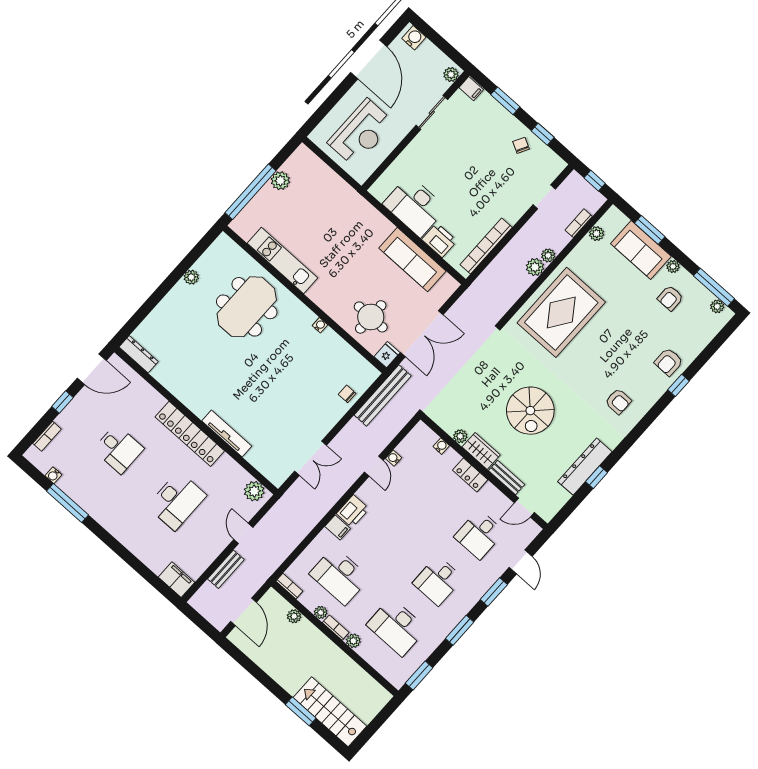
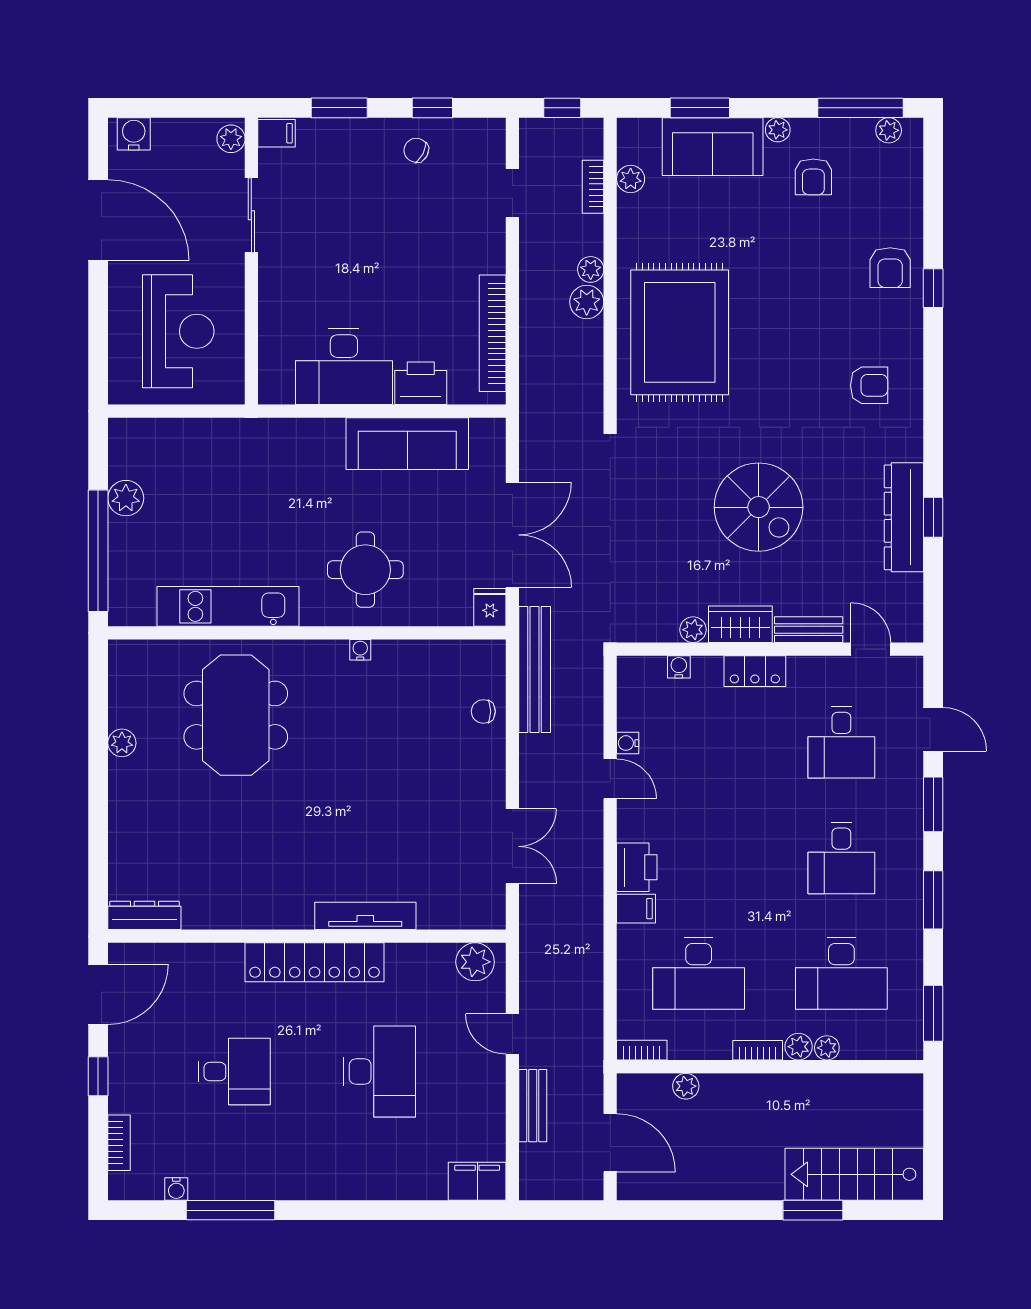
round table: (371, 317) -> (365, 570), moved
door: (524, 508) -> (871, 649), swing flipped
plant: (321, 612) -> (827, 1048), moved

